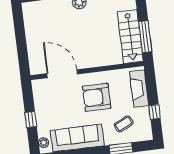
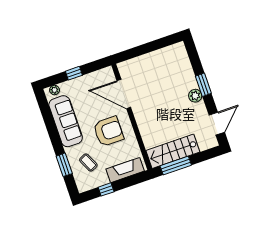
door: (62, 74) -> (124, 94), swing flipped
armchair: (97, 97) -> (108, 131), turned 90

